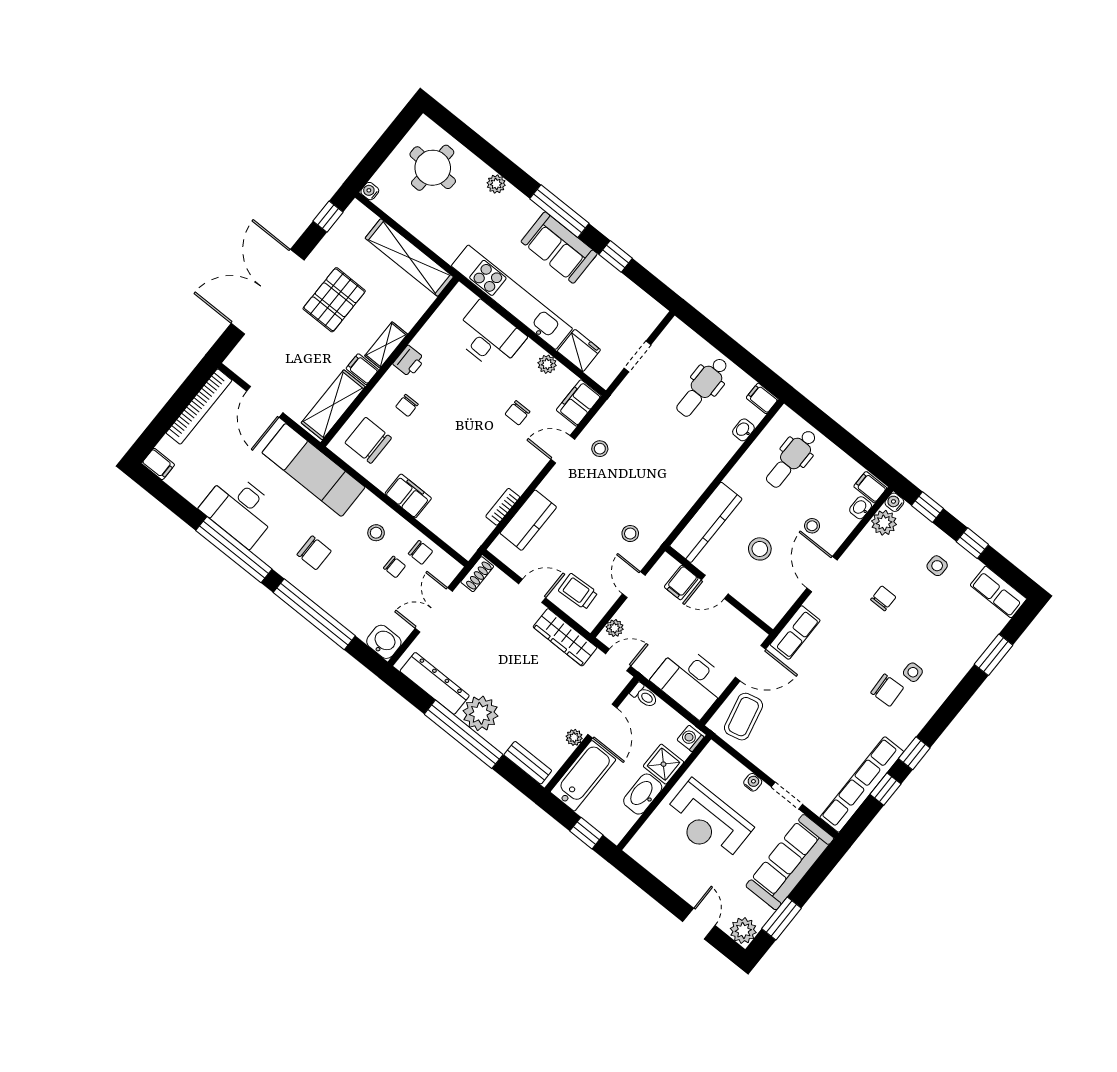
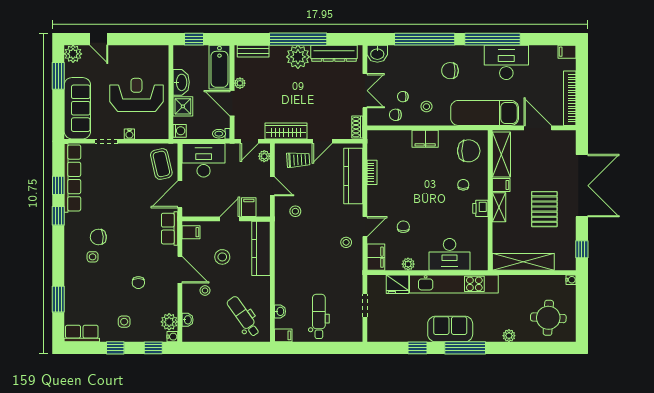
dental chair: (791, 459) -> (243, 316), turned -35
filing cabinet: (870, 487) -> (191, 232), moved
kitchen counter: (528, 520) -> (353, 176), width x1.50

